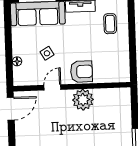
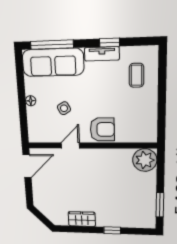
floor lamp: (17, 61) -> (31, 101), moved
plant: (83, 100) -> (145, 160), moved

